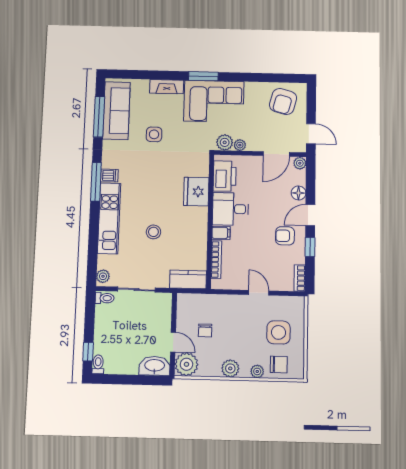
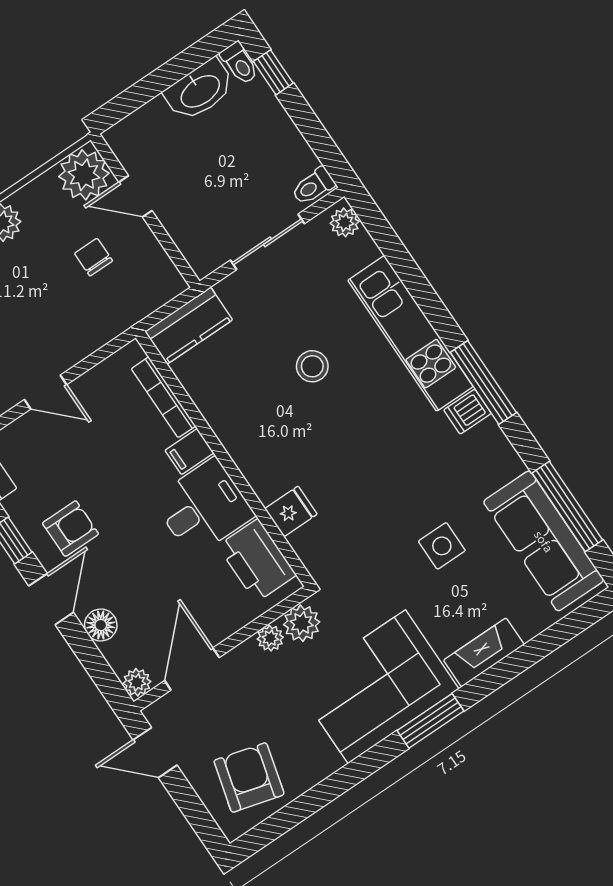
fridge: (196, 192) -> (291, 511), width x0.53, depth x0.75
washbasin: (155, 366) -> (200, 90), moved

